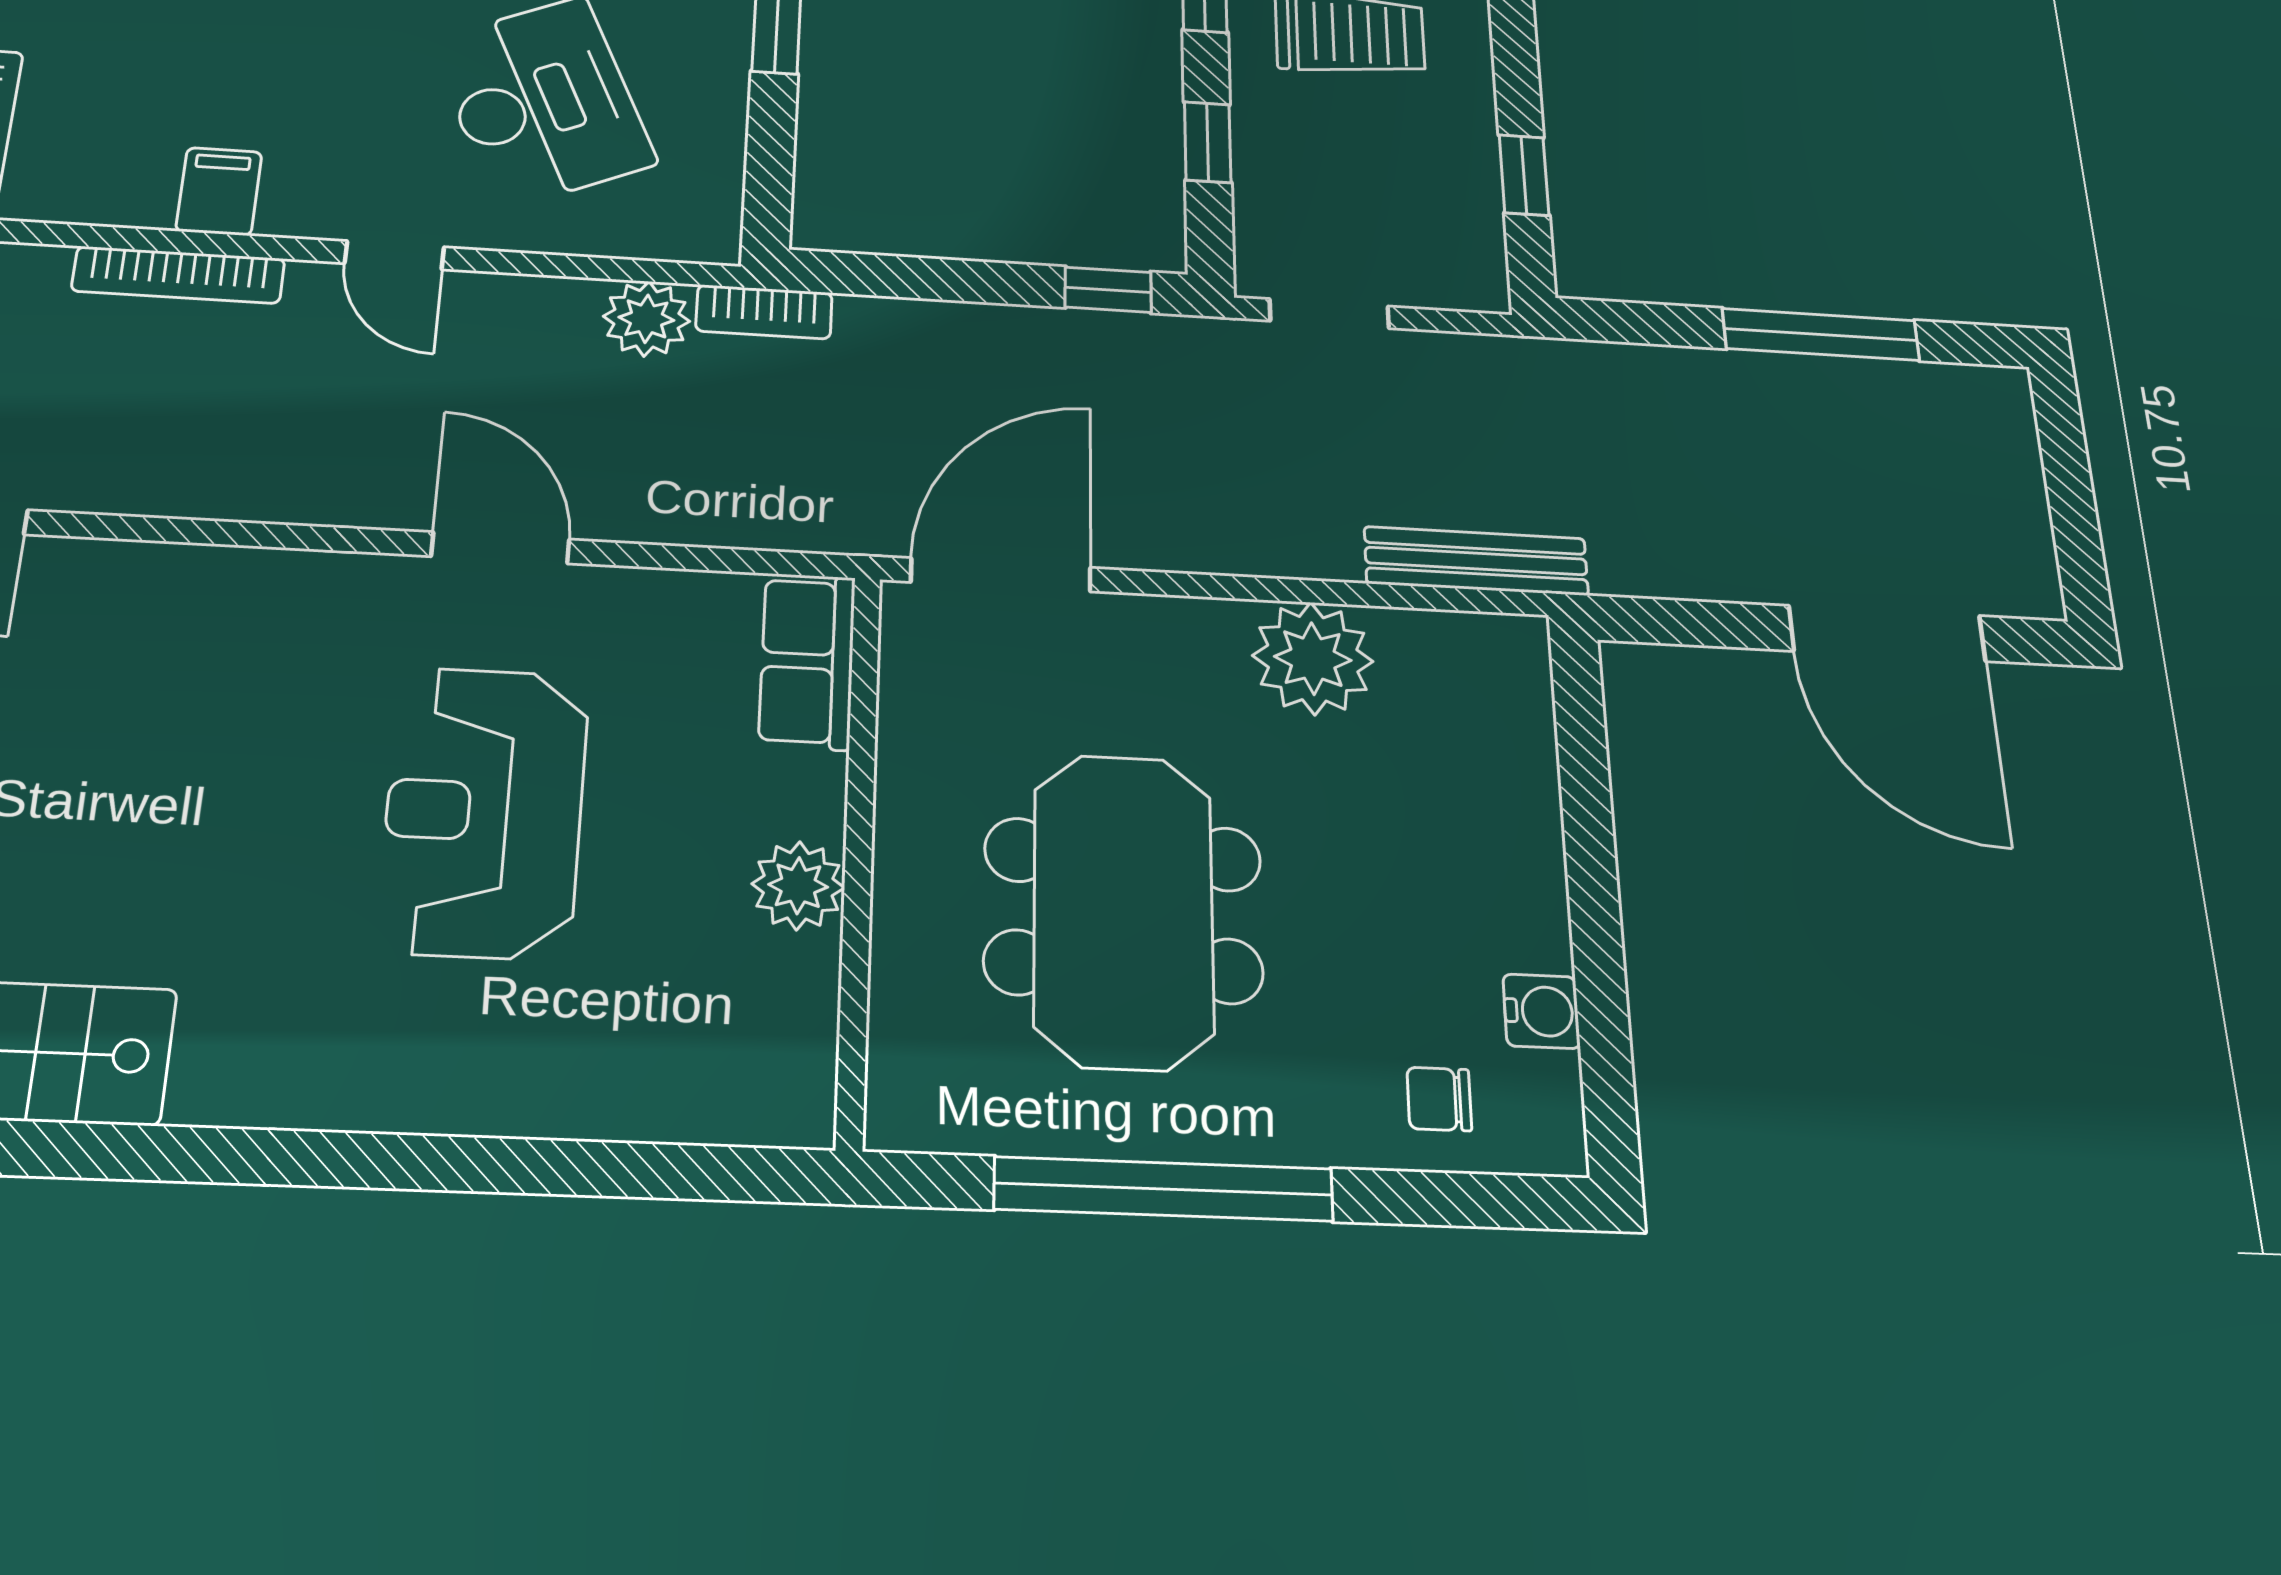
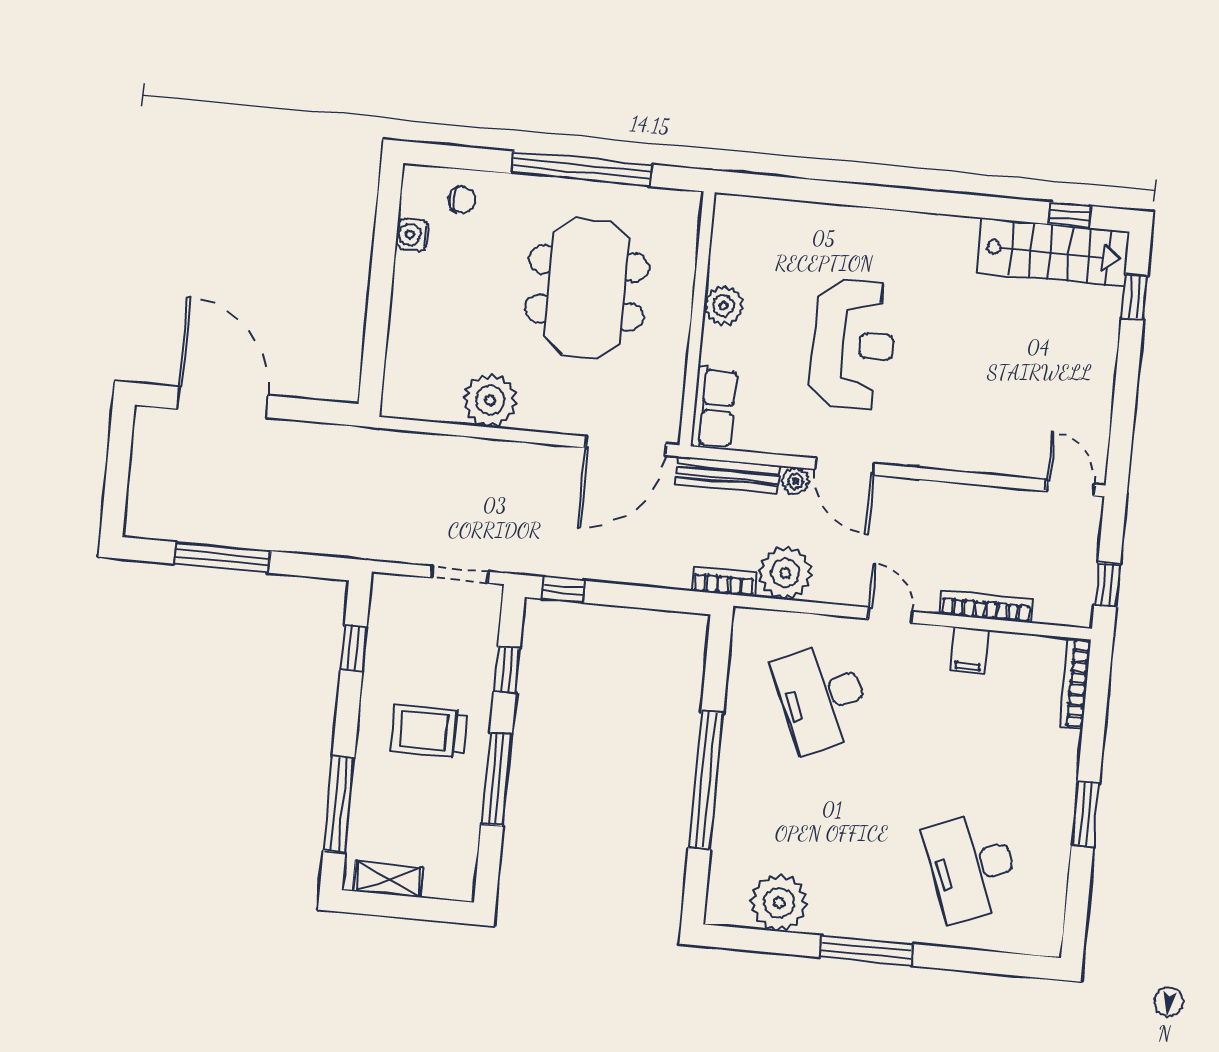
plant: (646, 319) -> (785, 573), width x1.36, depth x1.36
plant: (613, 514) -> (795, 481), added
bench: (1476, 561) -> (728, 475), moved

